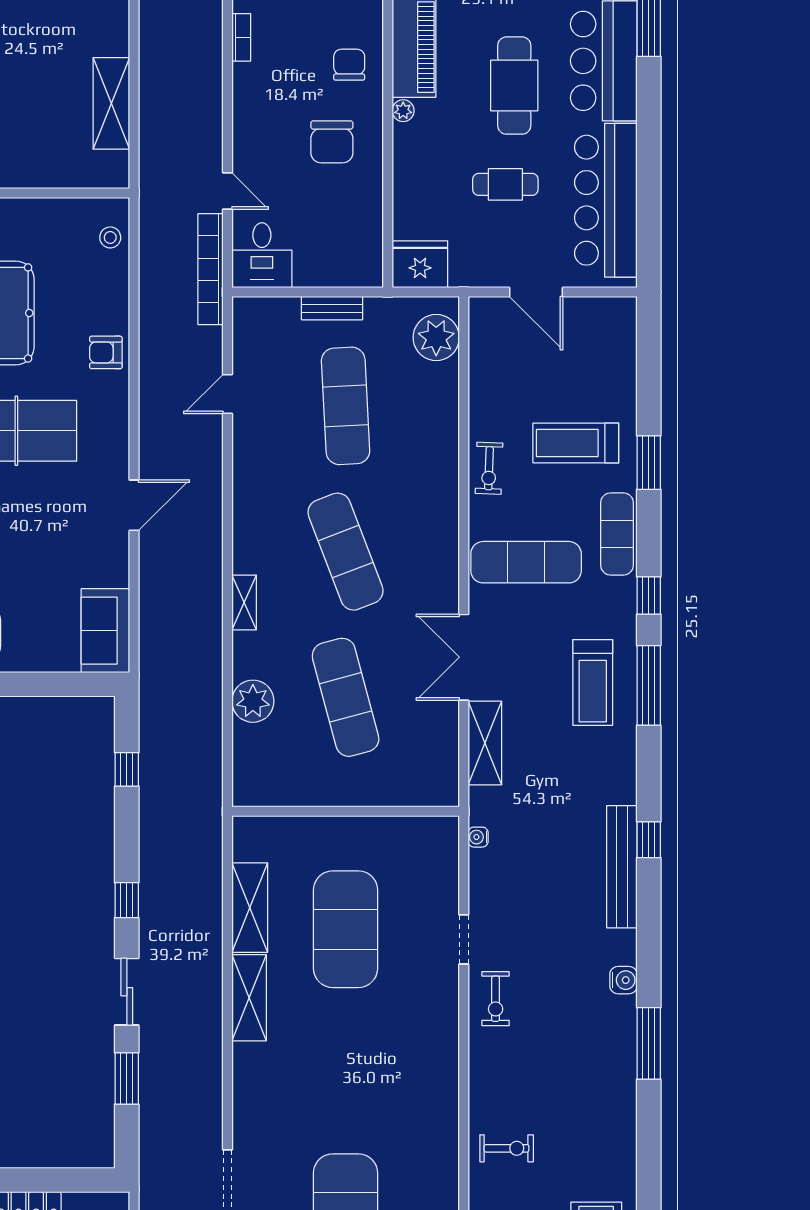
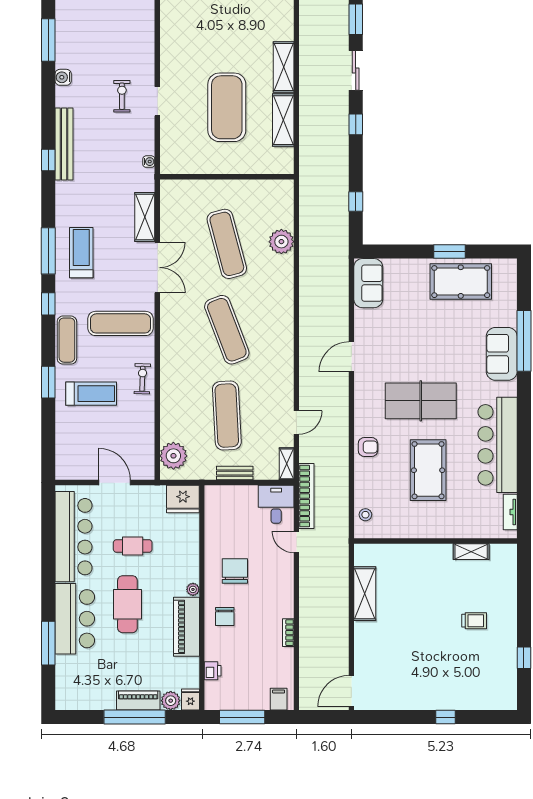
shelving: (244, 602) -> (287, 464), moved
exercise bike: (496, 999) -> (122, 96), moved

